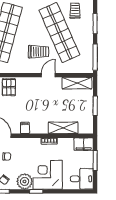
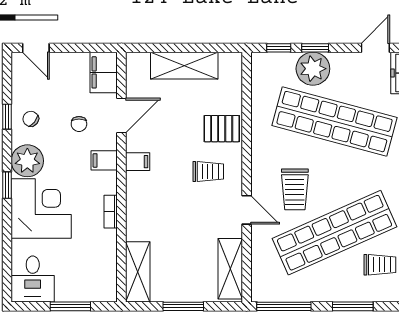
trolley: (30, 94) -> (208, 172), added
shelving: (63, 128) -> (138, 272), moved
filing cabinet: (84, 144) -> (104, 160), moved, width x0.50

